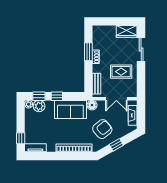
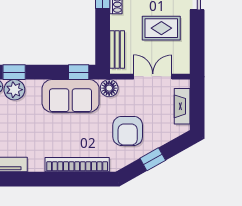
window: (57, 96) -> (79, 72), moved
double door: (116, 99) -> (153, 77), swing flipped
armchair: (102, 129) -> (128, 131), turned 130

